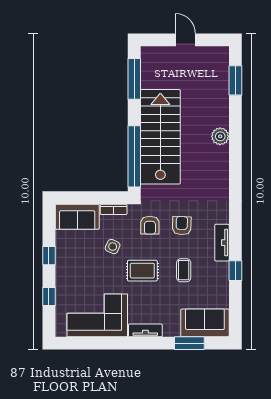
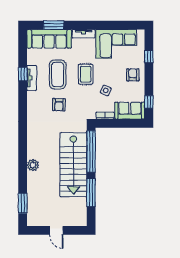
window: (134, 79) -> (91, 193), moved
armchair: (150, 225) -> (133, 75), moved
tv unit: (222, 243) -> (32, 78), moved
window: (49, 256) -> (149, 102), moved
coffee table: (184, 270) -> (58, 74), width x1.86, depth x1.72
rug: (142, 271) -> (86, 74), turned 90
sofa: (205, 323) -> (49, 39), width x1.36

